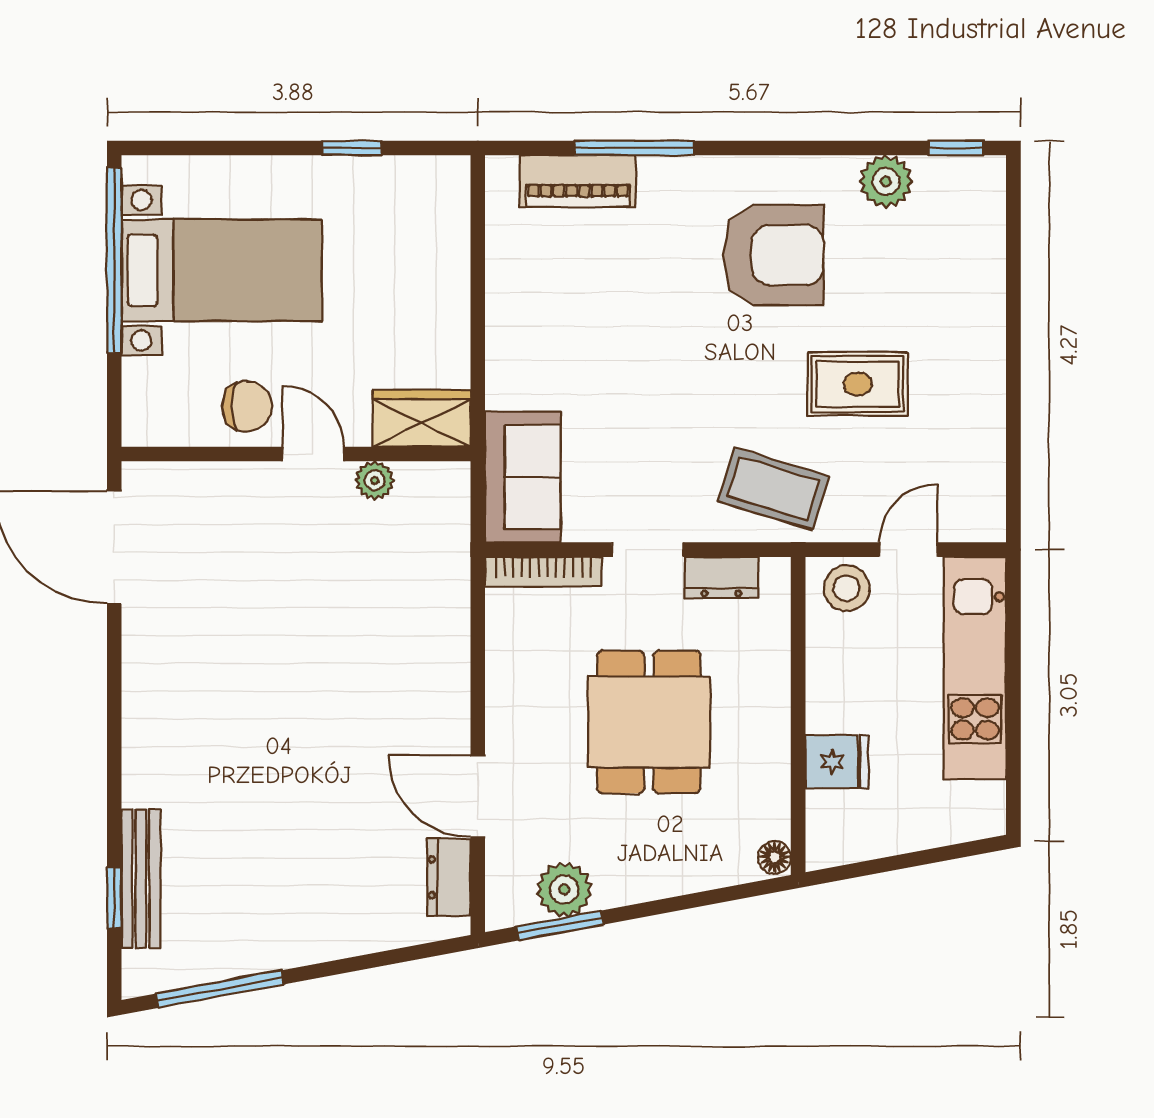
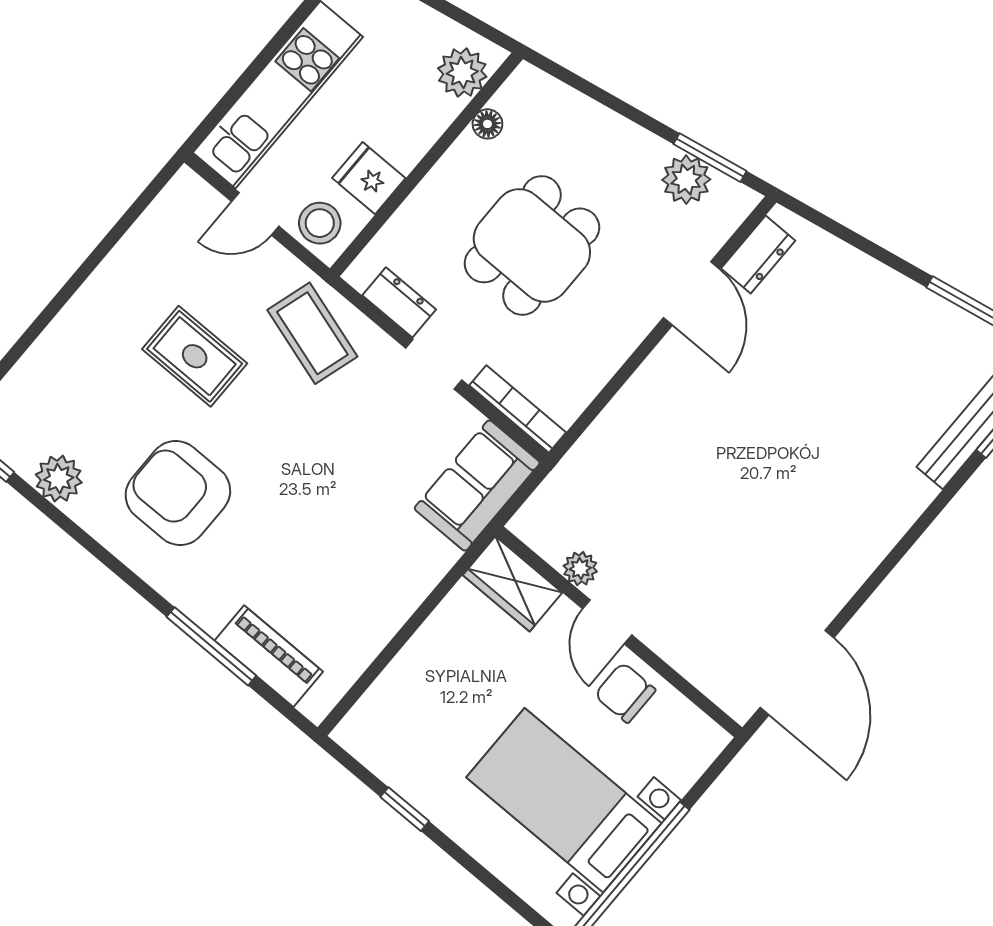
fridge: (837, 762) -> (369, 178), moved
plant: (833, 820) -> (462, 72), added
floor lamp: (774, 857) -> (487, 124), moved

